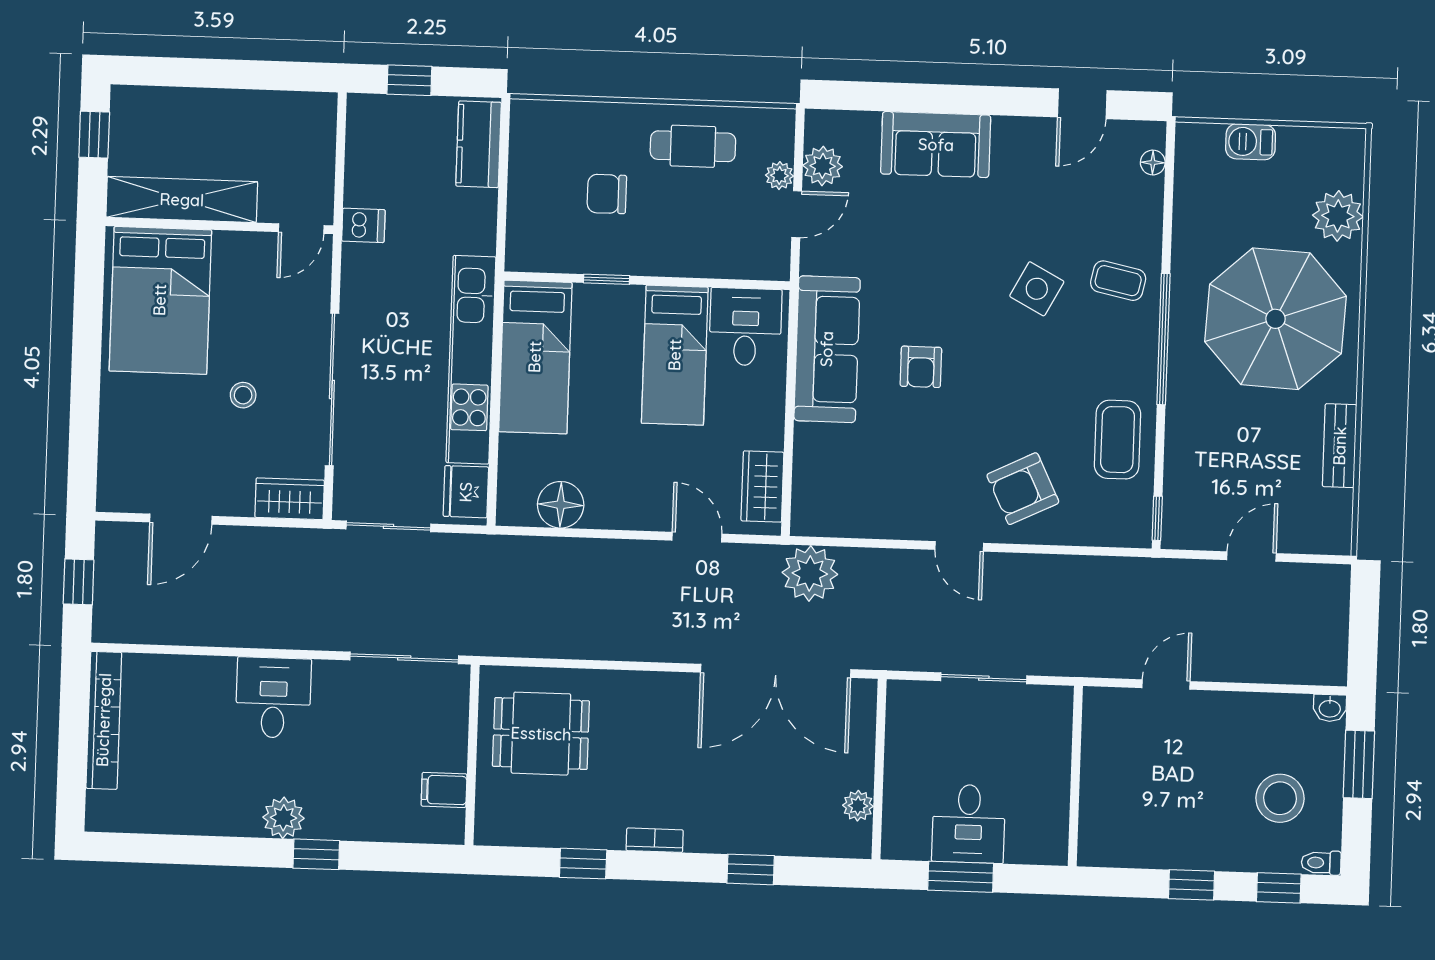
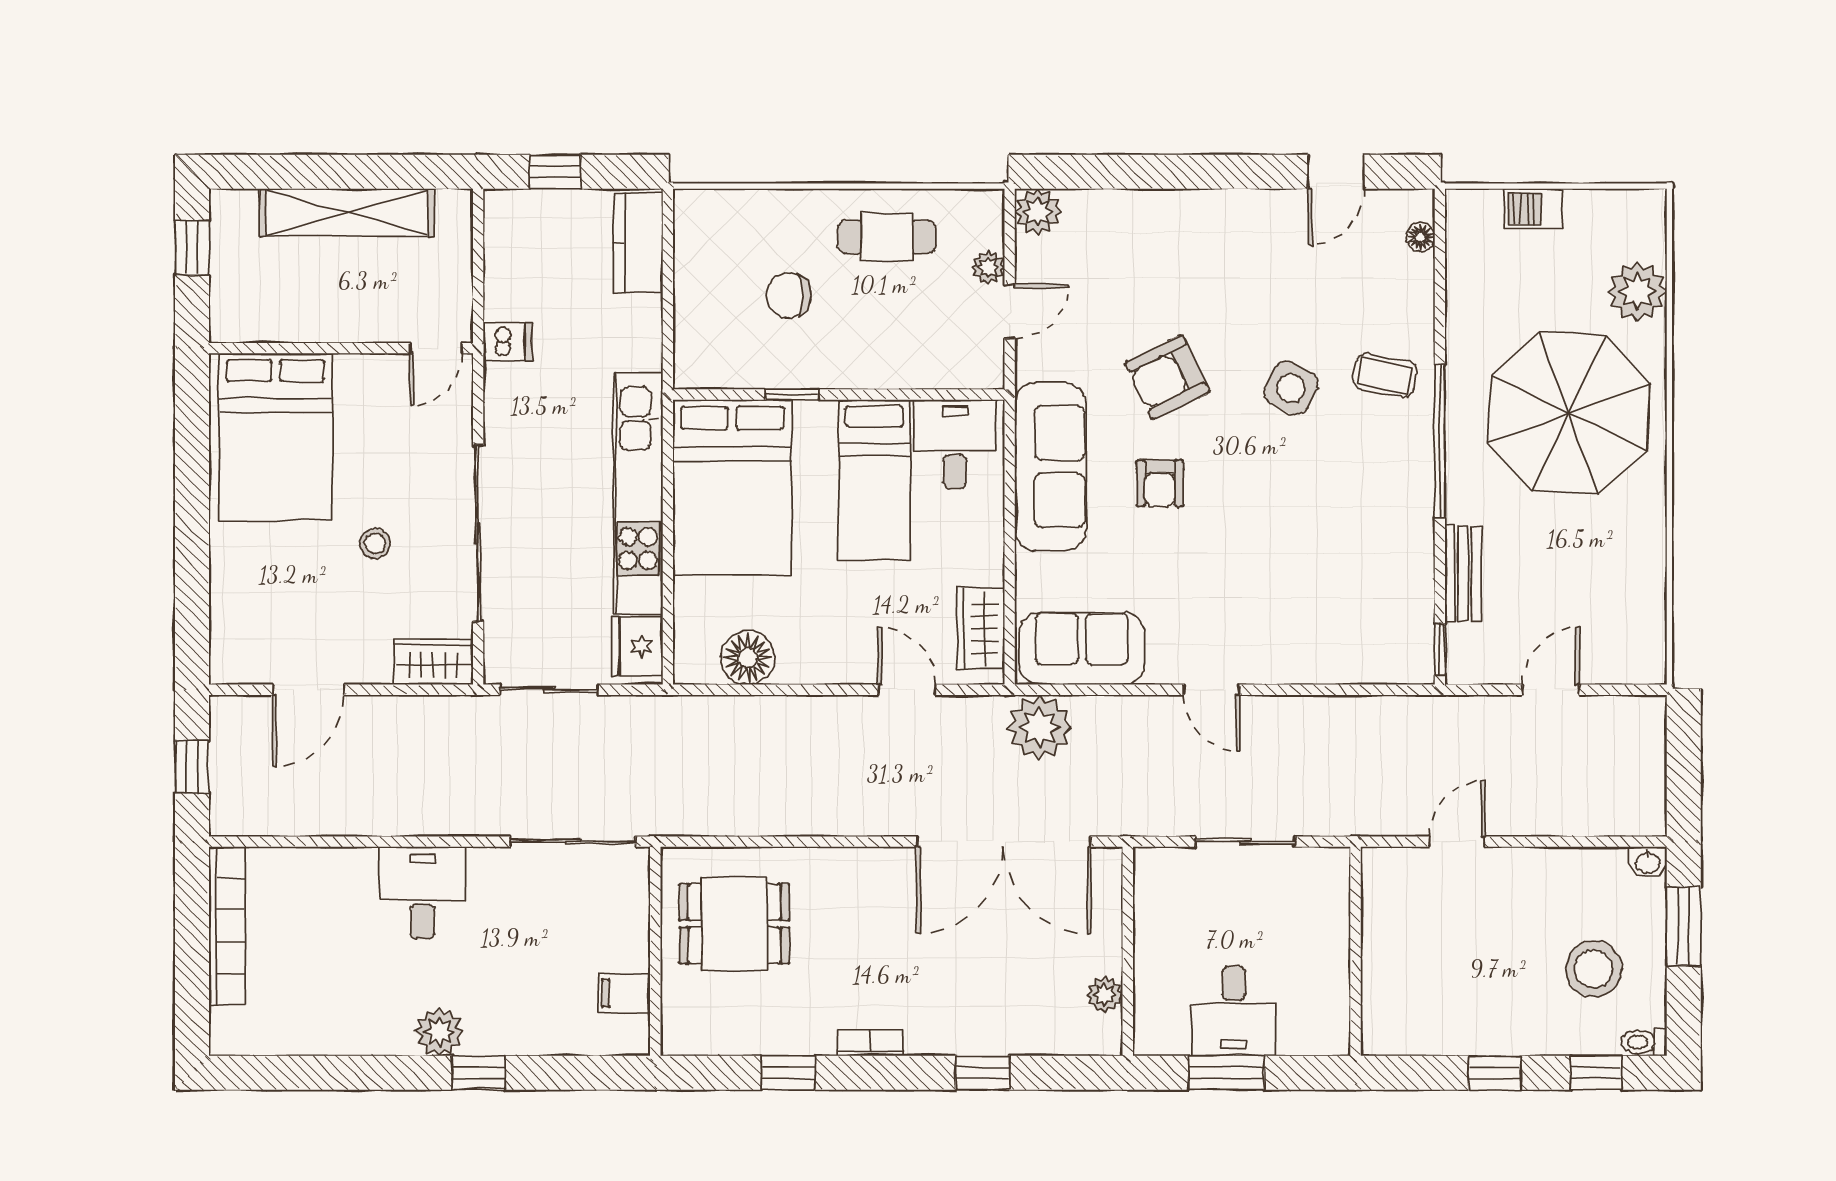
sofa: (936, 145) -> (1082, 648), moved, turned 180
plant: (823, 166) -> (1038, 212), moved
shelving: (182, 200) -> (347, 212), moved
bed: (535, 357) -> (732, 487), width x1.50
coffee table: (1118, 440) -> (1391, 560), removed
bench: (1340, 446) -> (1463, 573), moved
armchair: (1023, 489) -> (1167, 377), moved

